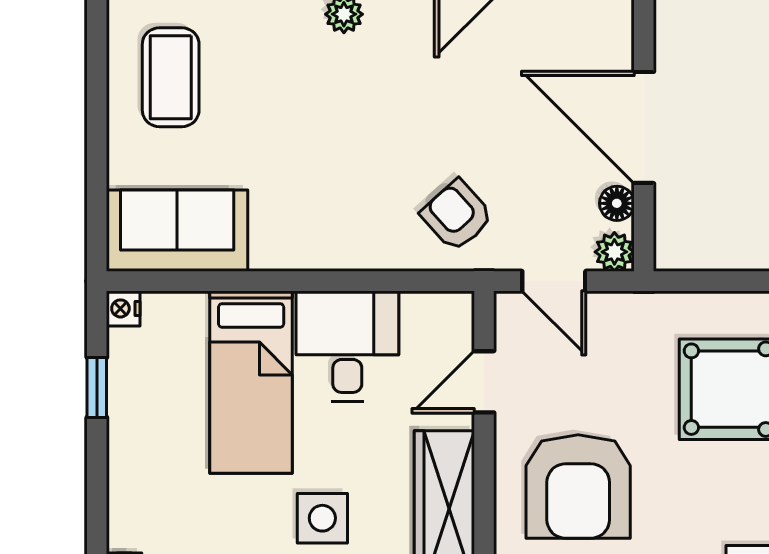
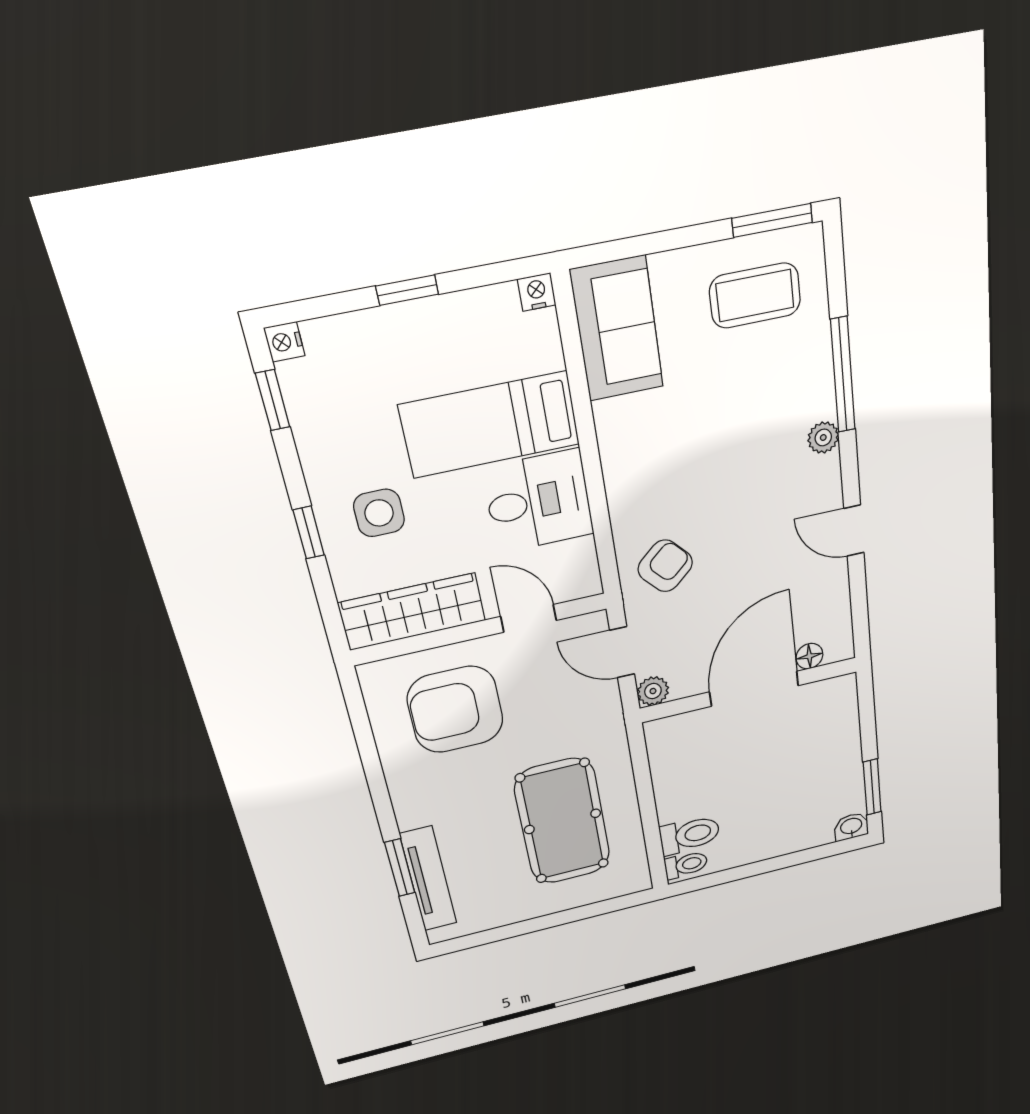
window: (97, 51) -> (772, 220), added
floor lamp: (617, 203) -> (809, 656), moved
door: (554, 281) -> (622, 652), hinge flipped
window: (97, 387) -> (407, 290), moved

